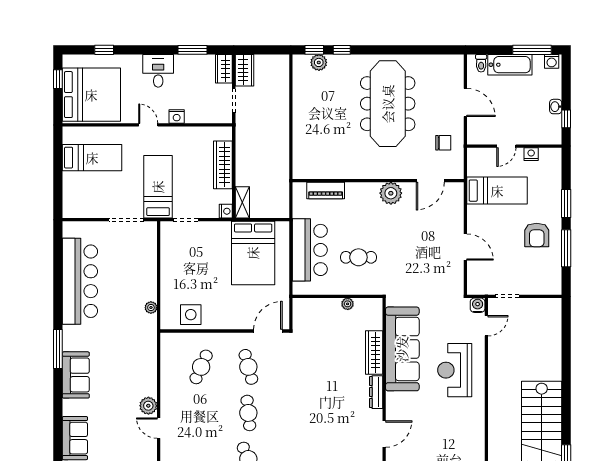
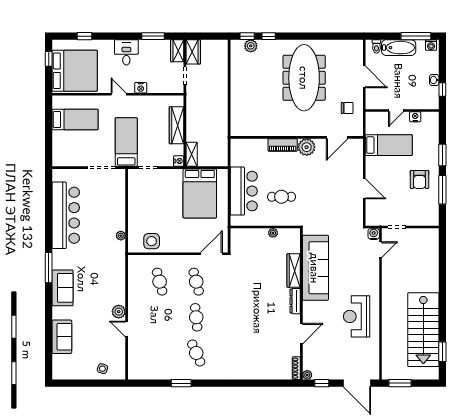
piano: (326, 190) -> (283, 145), moved
cafe table: (201, 367) -> (160, 282), turned -39
reception desk: (455, 370) -> (357, 316), moved

